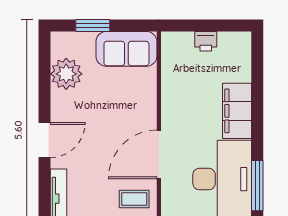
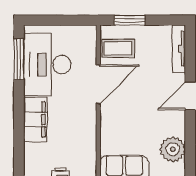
coffee table: (134, 199) -> (118, 48), width x1.36, depth x1.30

